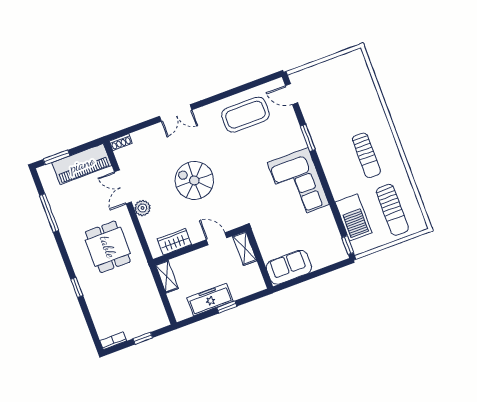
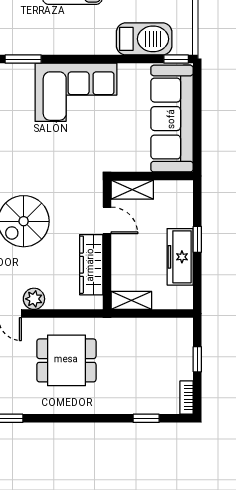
door: (217, 239) -> (107, 220), swing flipped
wardrobe: (174, 242) -> (91, 265), width x1.50
sofa: (289, 267) -> (172, 119), width x1.85, depth x1.27
window: (77, 287) -> (146, 418), moved

